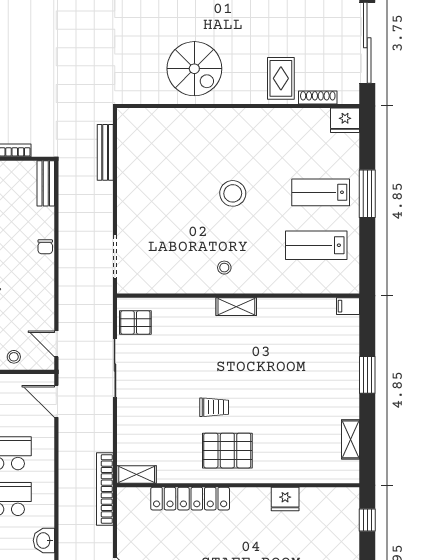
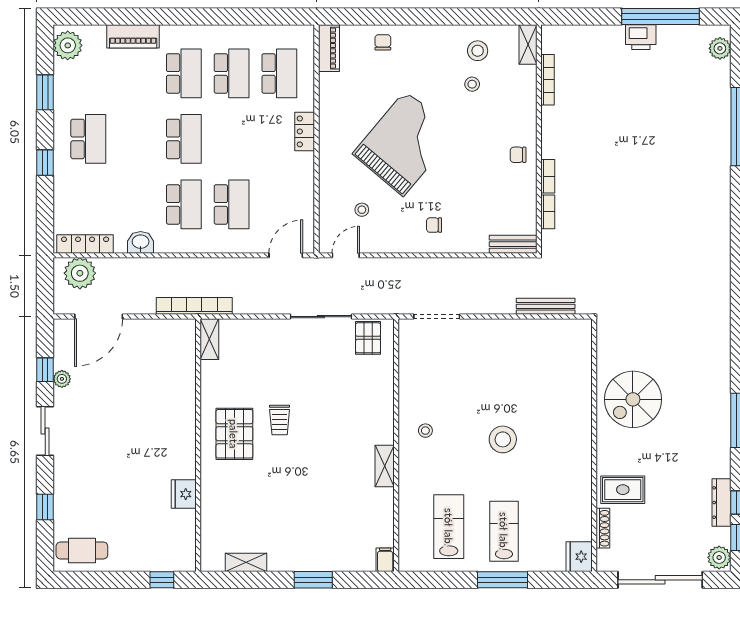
chair: (45, 247) -> (434, 225), moved
shelving: (236, 307) -> (385, 466), moved
stool: (14, 357) -> (362, 210), moved
locker: (190, 499) -> (184, 395), removed

